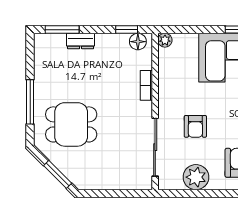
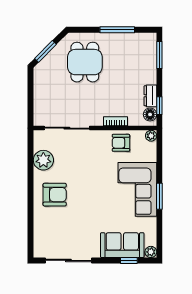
dresser: (81, 41) -> (150, 96), moved
window: (30, 102) -> (117, 30), moved
armchair: (195, 126) -> (121, 143), moved

